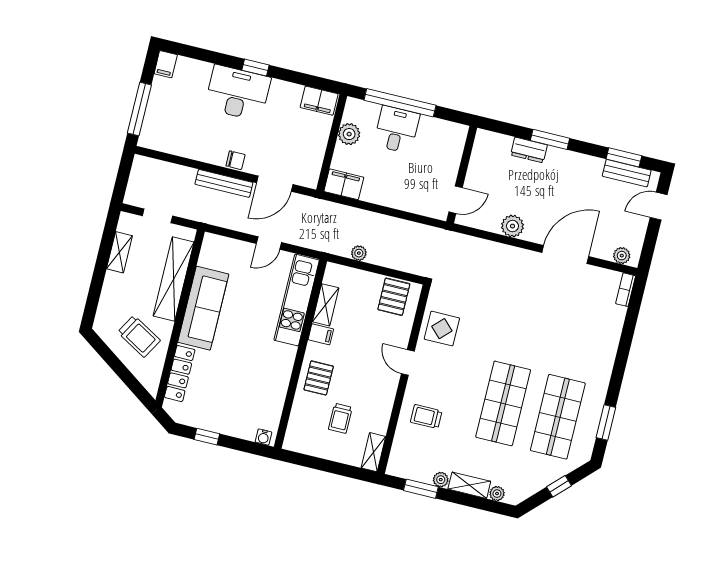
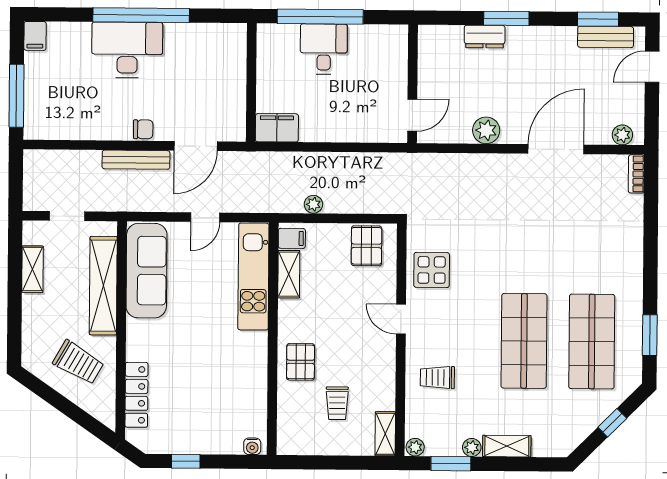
window: (255, 68) -> (141, 15), width x3.17
filing cabinet: (319, 101) -> (225, 36), removed
plant: (349, 134) -> (269, 67), removed
sofa: (203, 308) -> (146, 271), moved
filing cabinet: (321, 334) -> (292, 238), moved
plant: (497, 494) -> (415, 447), moved

